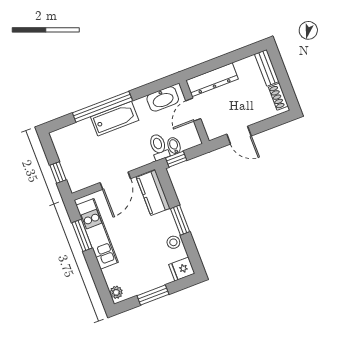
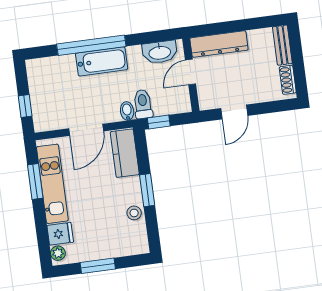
door: (239, 135) -> (234, 112), hinge flipped
bidet: (174, 146) -> (127, 111), moved
fridge: (182, 269) -> (60, 234), moved, turned 180

